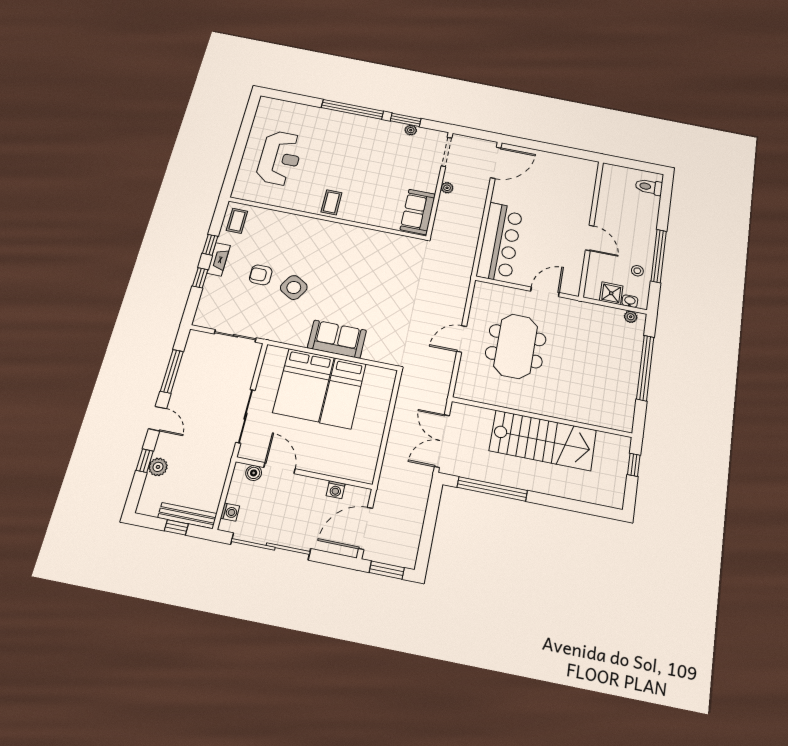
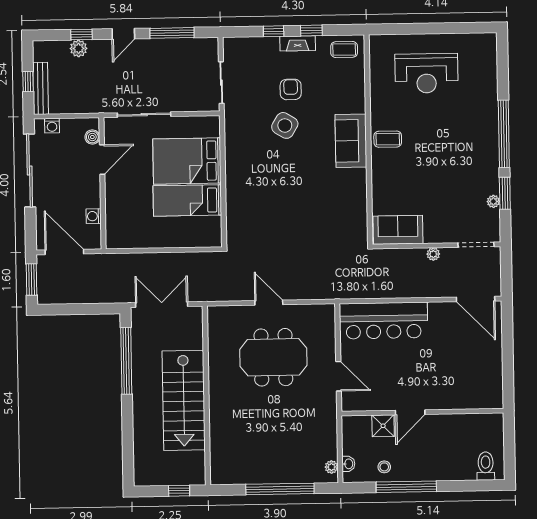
shower: (611, 293) -> (383, 426), moved
sofa: (337, 339) -> (351, 141), moved, turned 180

